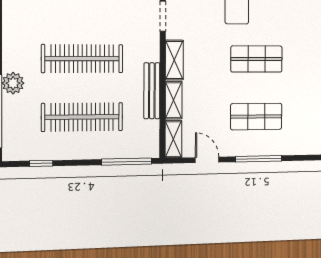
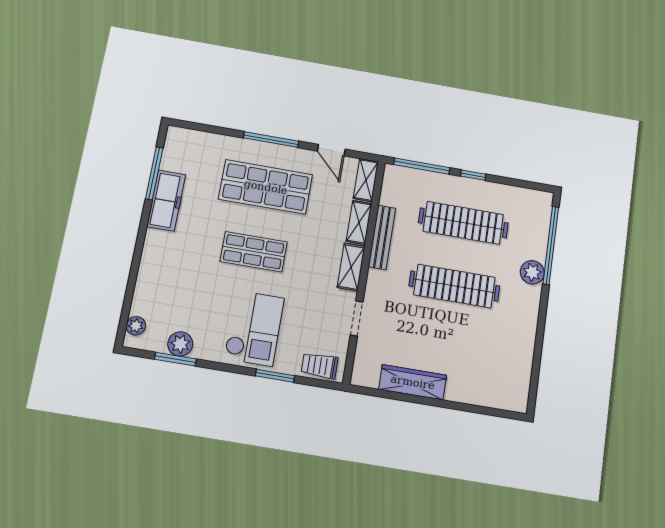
shop shelf: (256, 116) -> (266, 187), width x1.43, depth x1.36
window: (41, 163) -> (473, 175), moved

